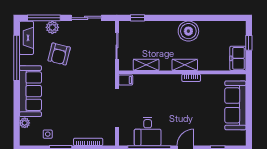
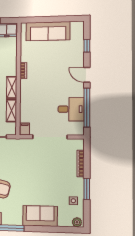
shelving: (185, 65) -> (12, 87), moved
sofa: (30, 91) -> (40, 216), width x0.73
plant: (25, 123) -> (77, 222), moved

